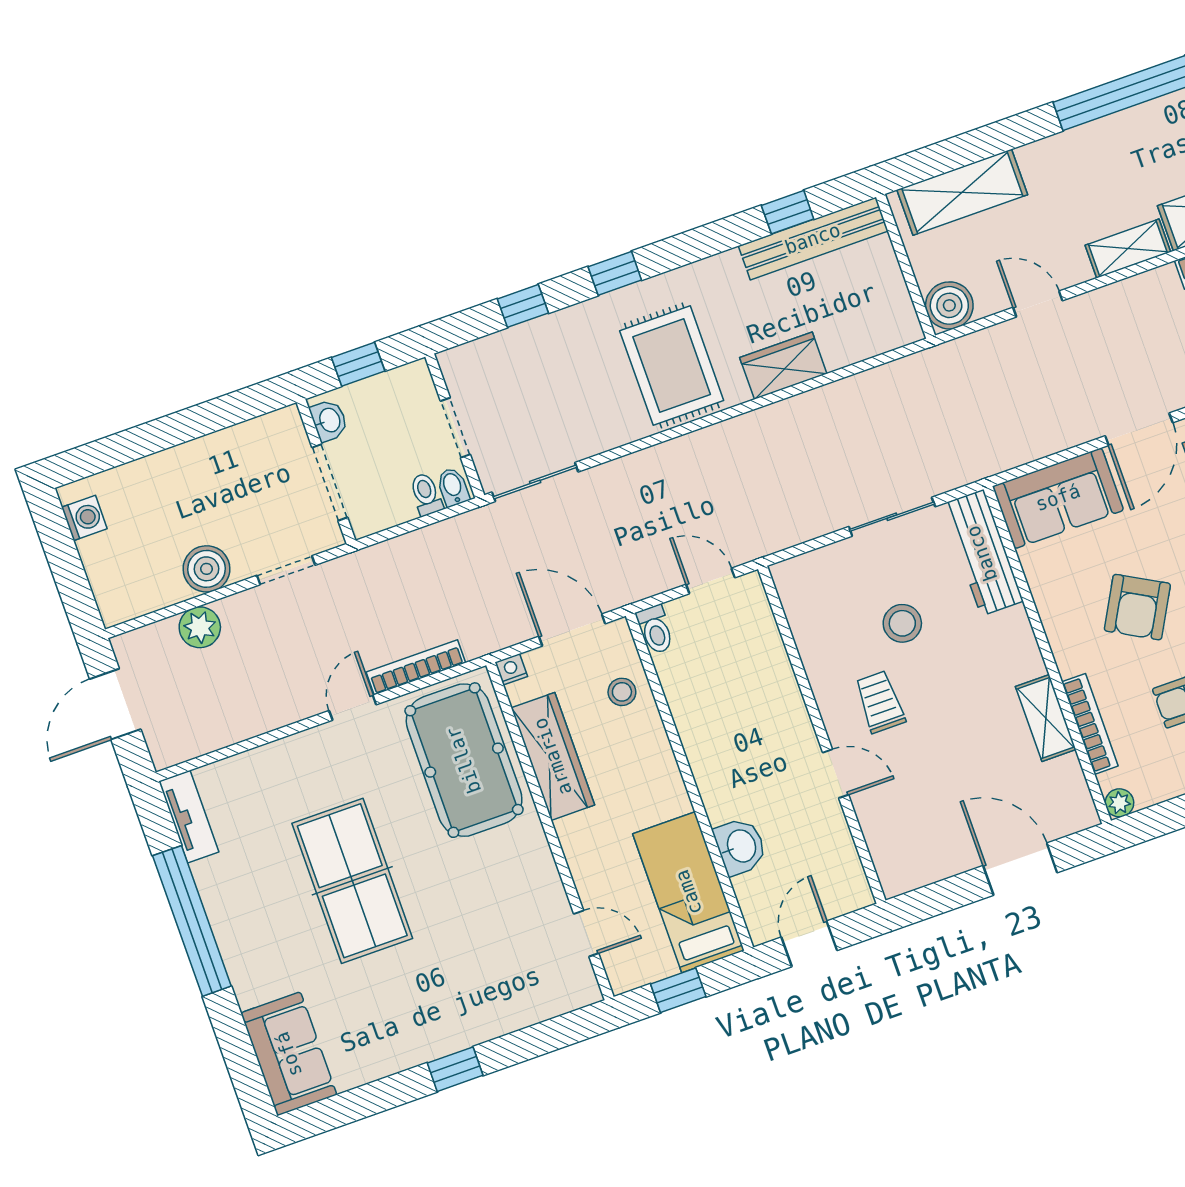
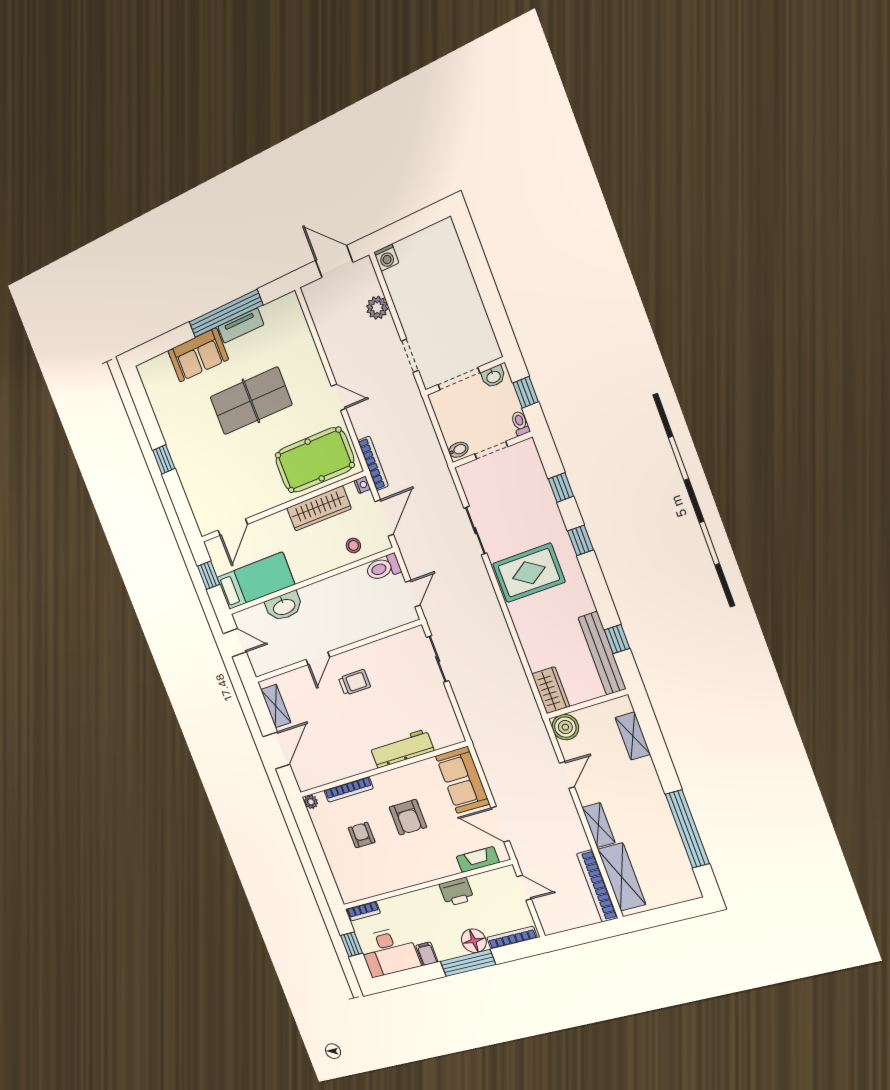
shelving: (962, 192) -> (633, 736), width x0.67, depth x0.75
wardrobe: (783, 366) -> (551, 690), moved
sliding door: (535, 482) -> (475, 531), moved
toilet: (426, 494) -> (520, 423), moved, turned -90
sliding door: (892, 517) -> (438, 659), moved
washing machine: (84, 518) -> (386, 258), moved
workbench: (982, 553) -> (402, 749), moved
boiler: (207, 569) -> (409, 309), removed
armchair: (1137, 607) -> (408, 817), turned -119
stool: (902, 623) -> (395, 695), removed
toilet: (655, 630) -> (383, 568), width x1.37, depth x1.39
bookcase: (416, 667) -> (373, 463), moved
shelving: (1046, 718) -> (276, 706), moved, turned 90
tv unit: (189, 817) -> (241, 326), moved
washbasin: (740, 846) -> (284, 606), width x1.38
door: (586, 933) -> (233, 527), width x1.38
sofa: (289, 1054) -> (198, 355), moved

